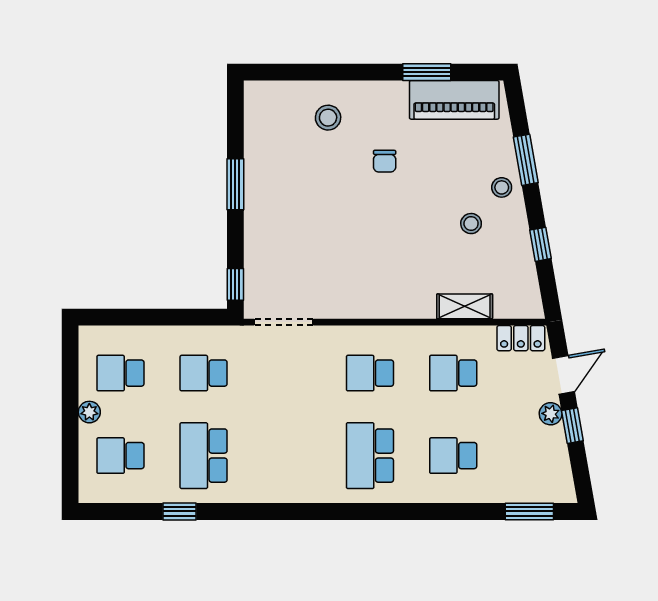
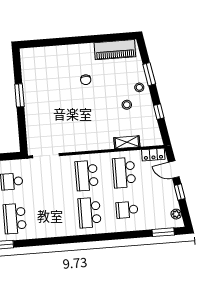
window: (427, 72) -> (102, 38), removed
stool: (328, 118) -> (59, 62), removed
window: (235, 284) -> (23, 140), removed
school desk: (370, 373) -> (87, 176), width x1.85
school desk: (453, 373) -> (124, 173), width x1.85
door: (564, 375) -> (174, 170), swing flipped
plant: (551, 414) -> (176, 214), moved

